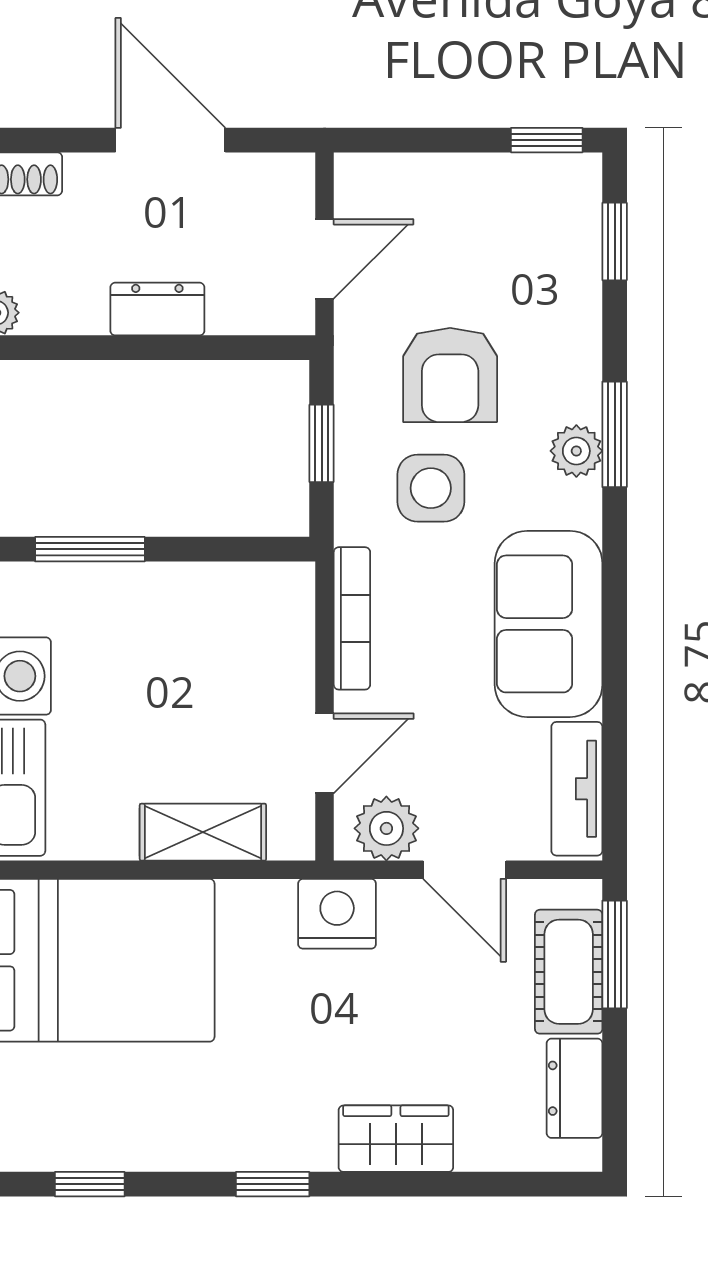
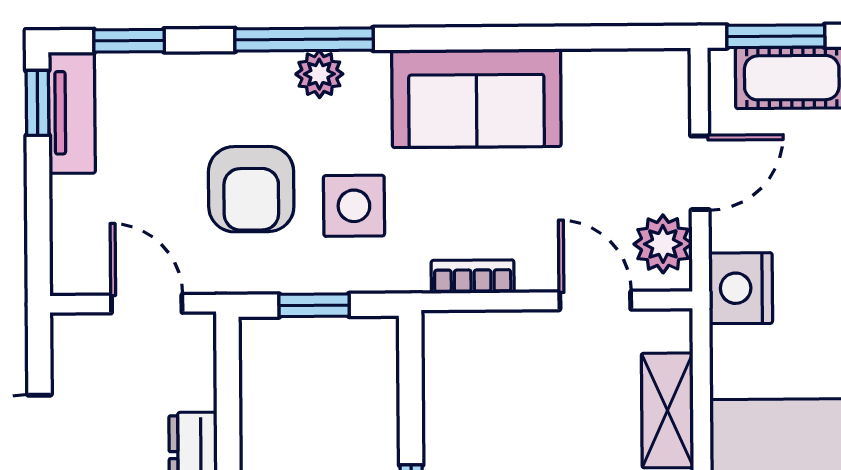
armchair: (450, 375) -> (251, 189), turned 90
window: (615, 434) -> (304, 39), width x1.44
bookcase: (352, 618) -> (473, 277), width x0.64
tv unit: (577, 789) -> (72, 113), moved, turned -90

